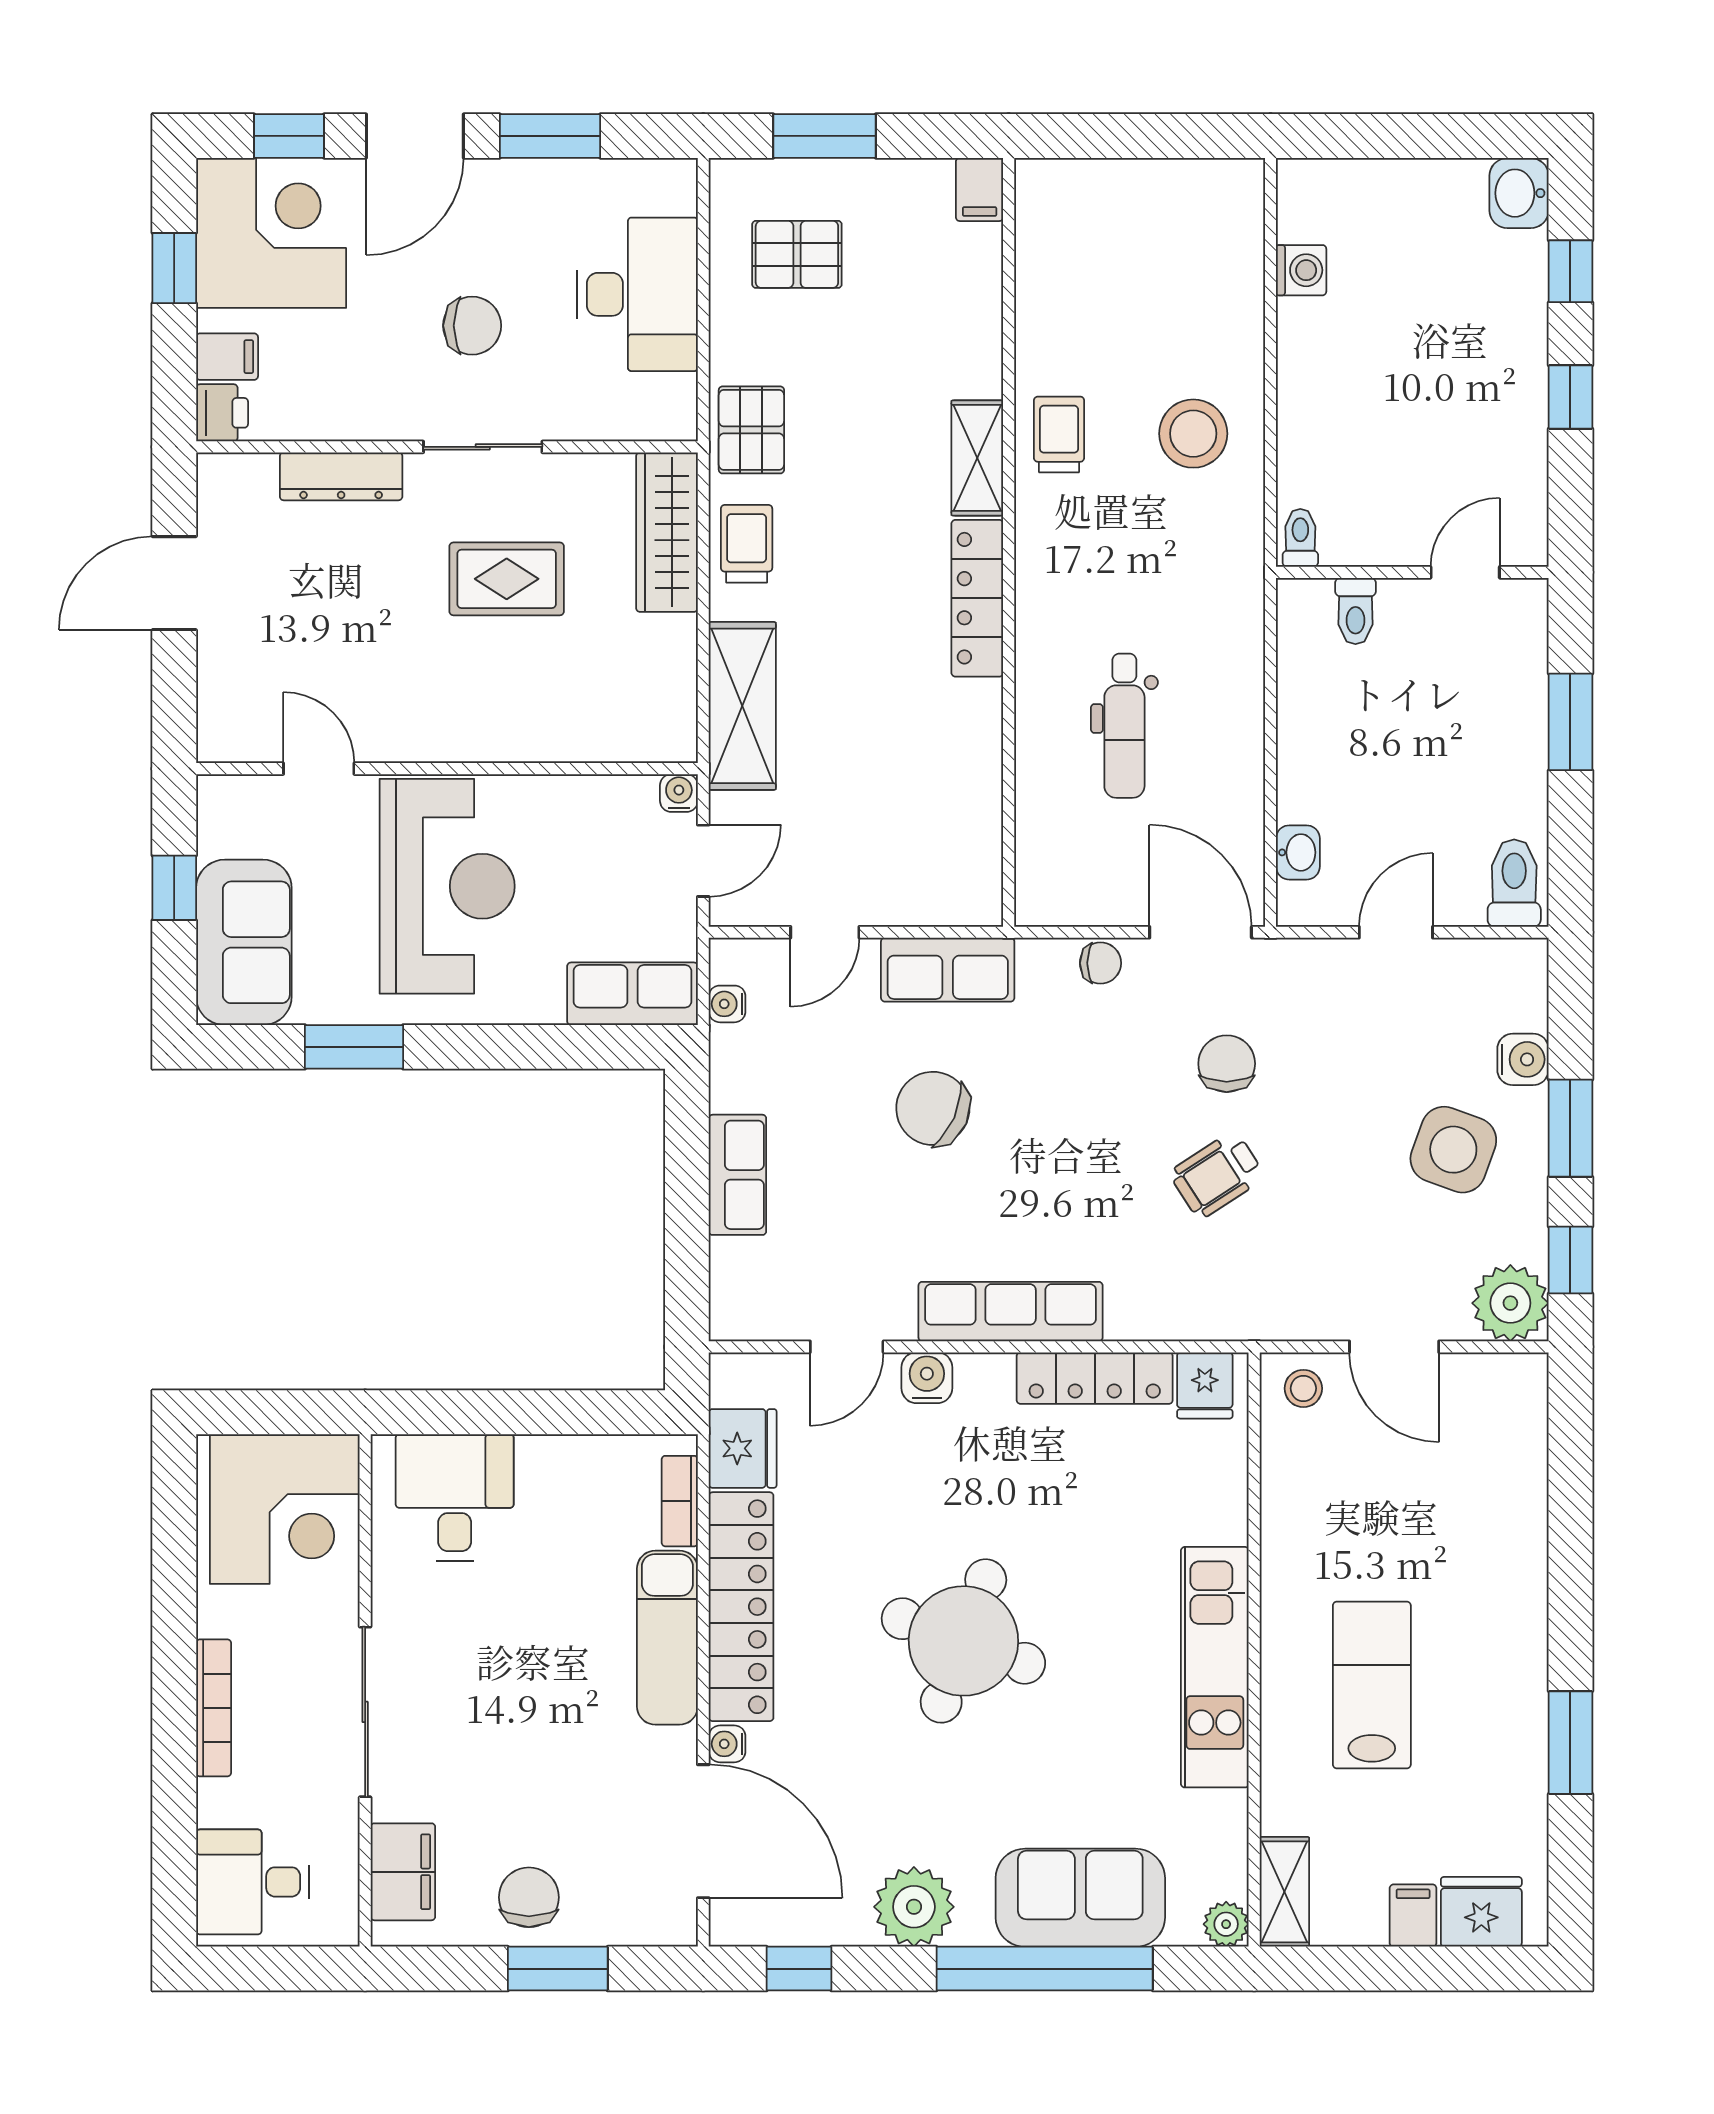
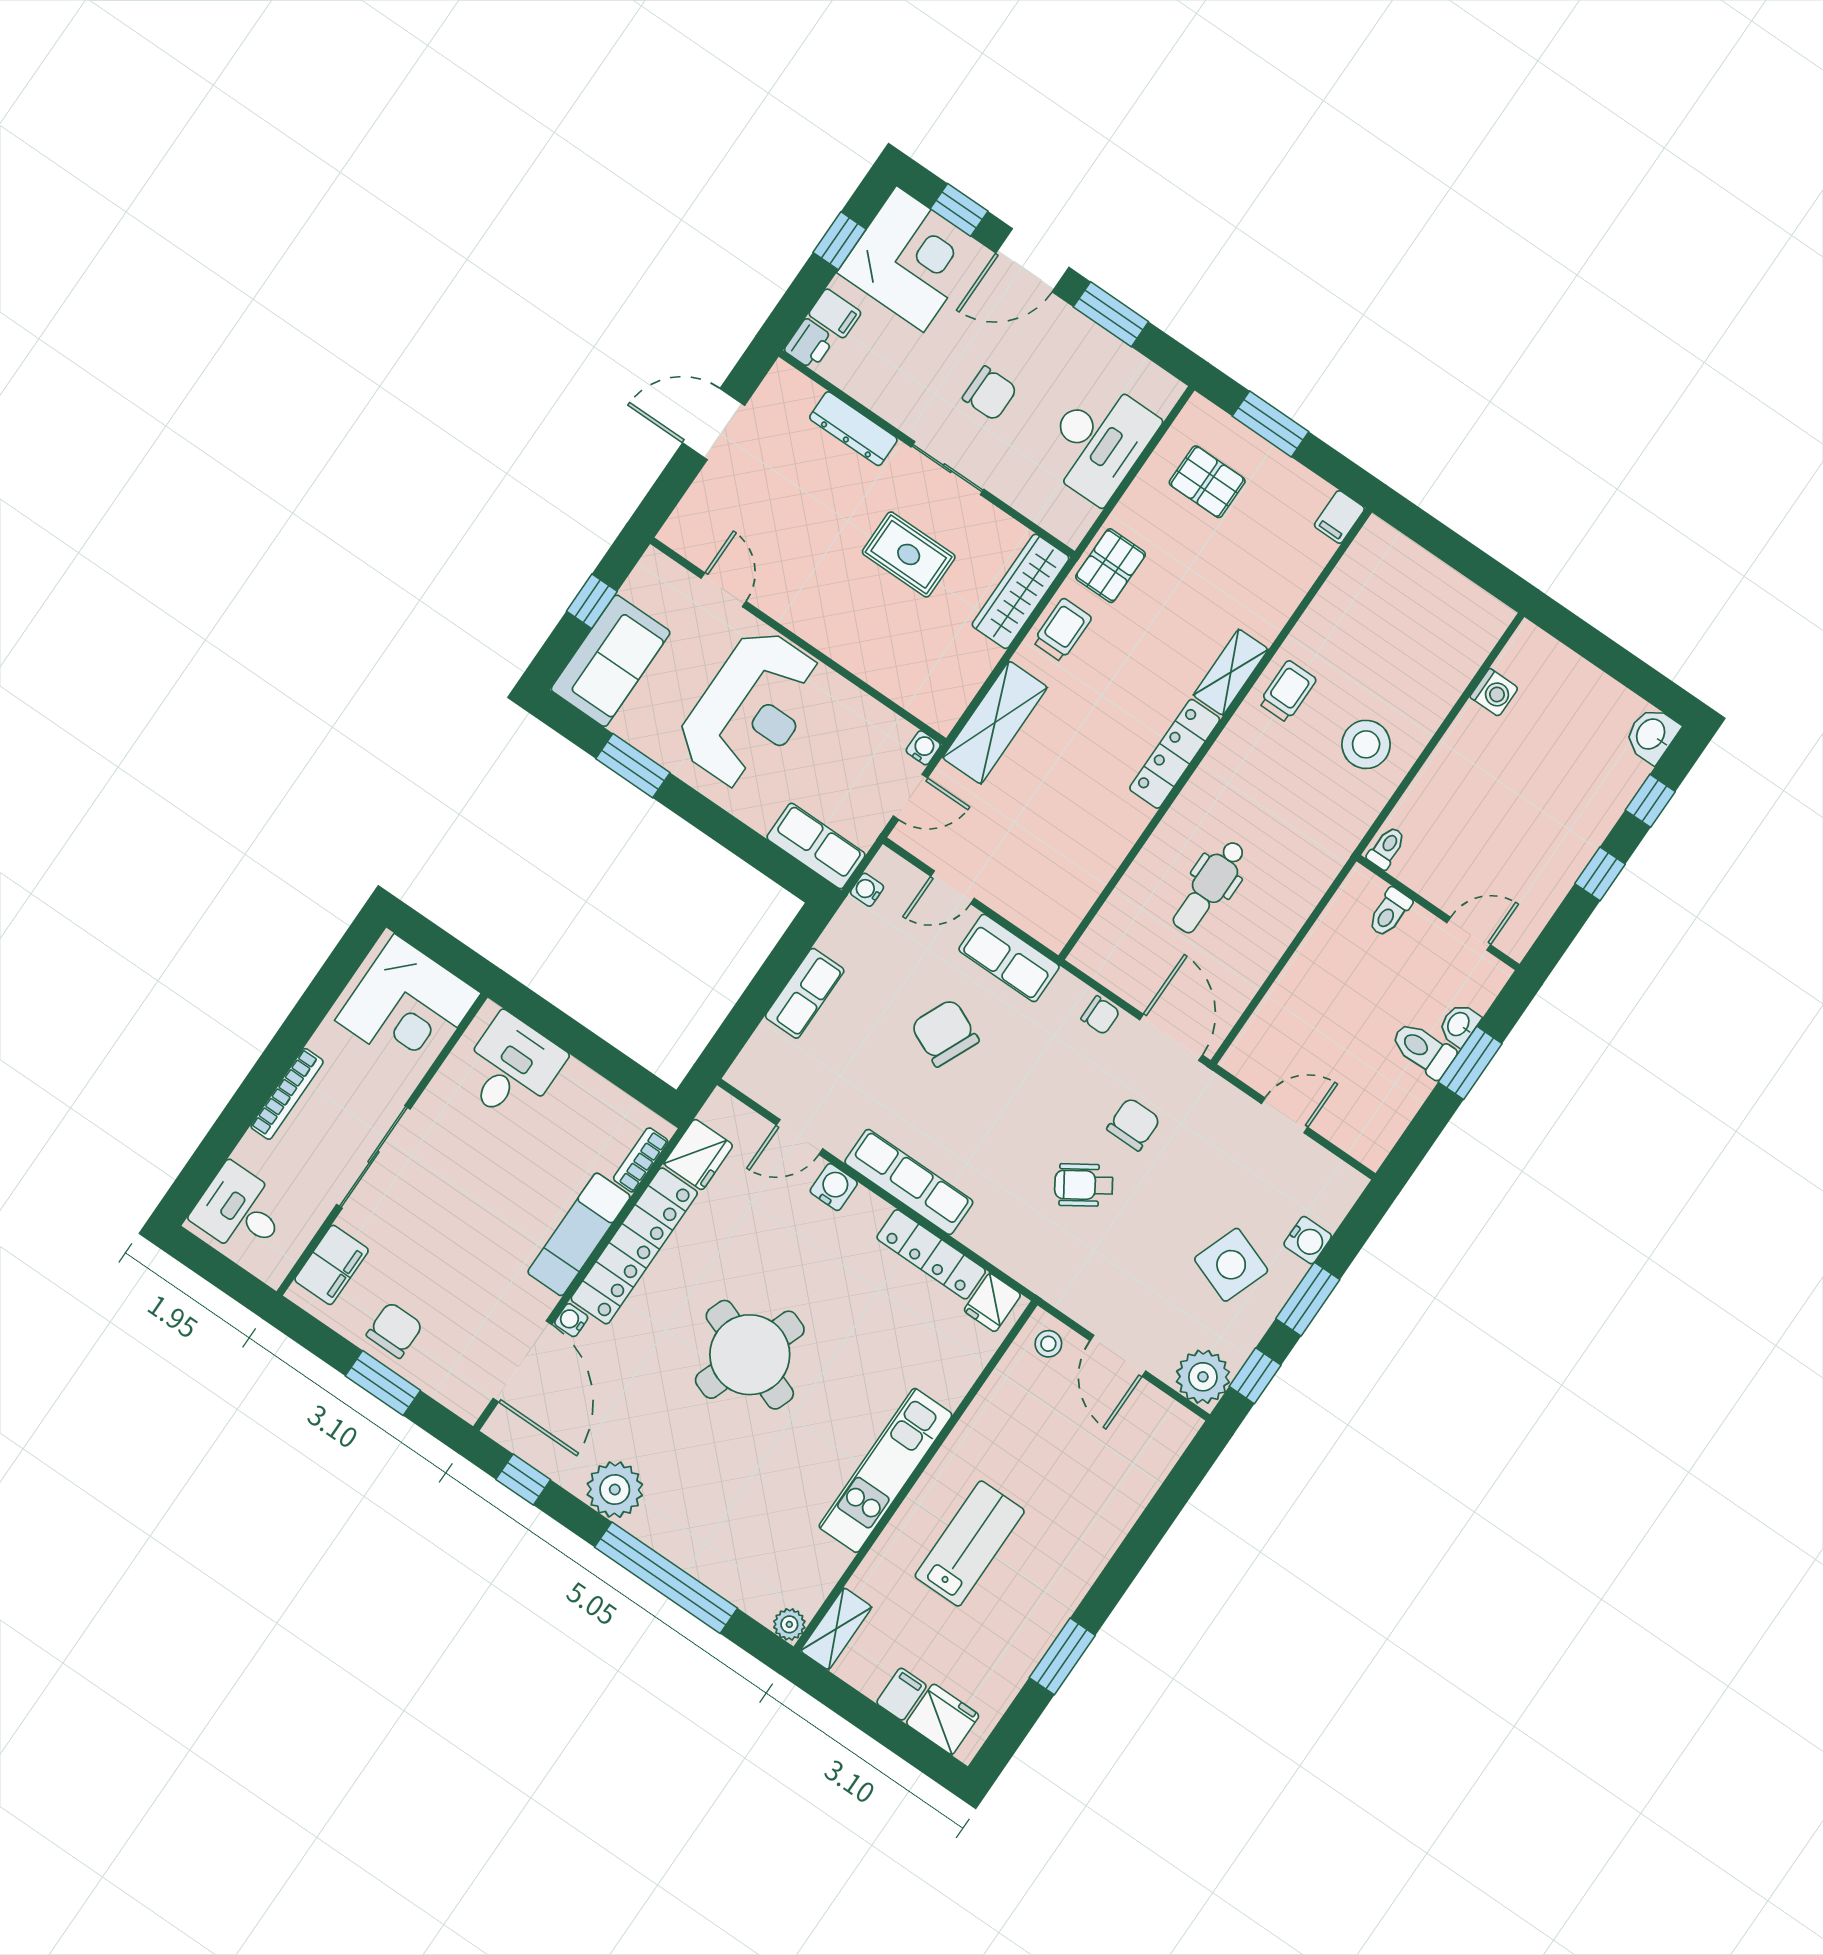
washbasin: (1298, 852) -> (1459, 1025), moved, turned 180
toilet: (1514, 883) -> (1423, 1050), moved, turned -90
sofa: (1080, 1898) -> (715, 1551), removed

